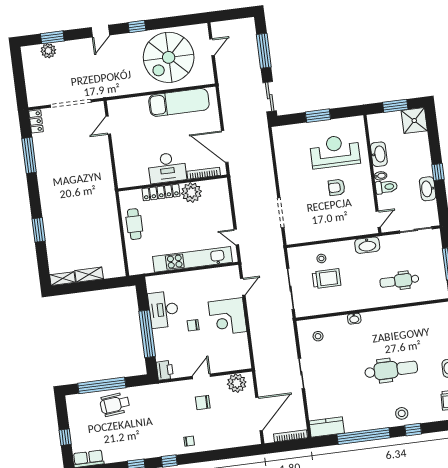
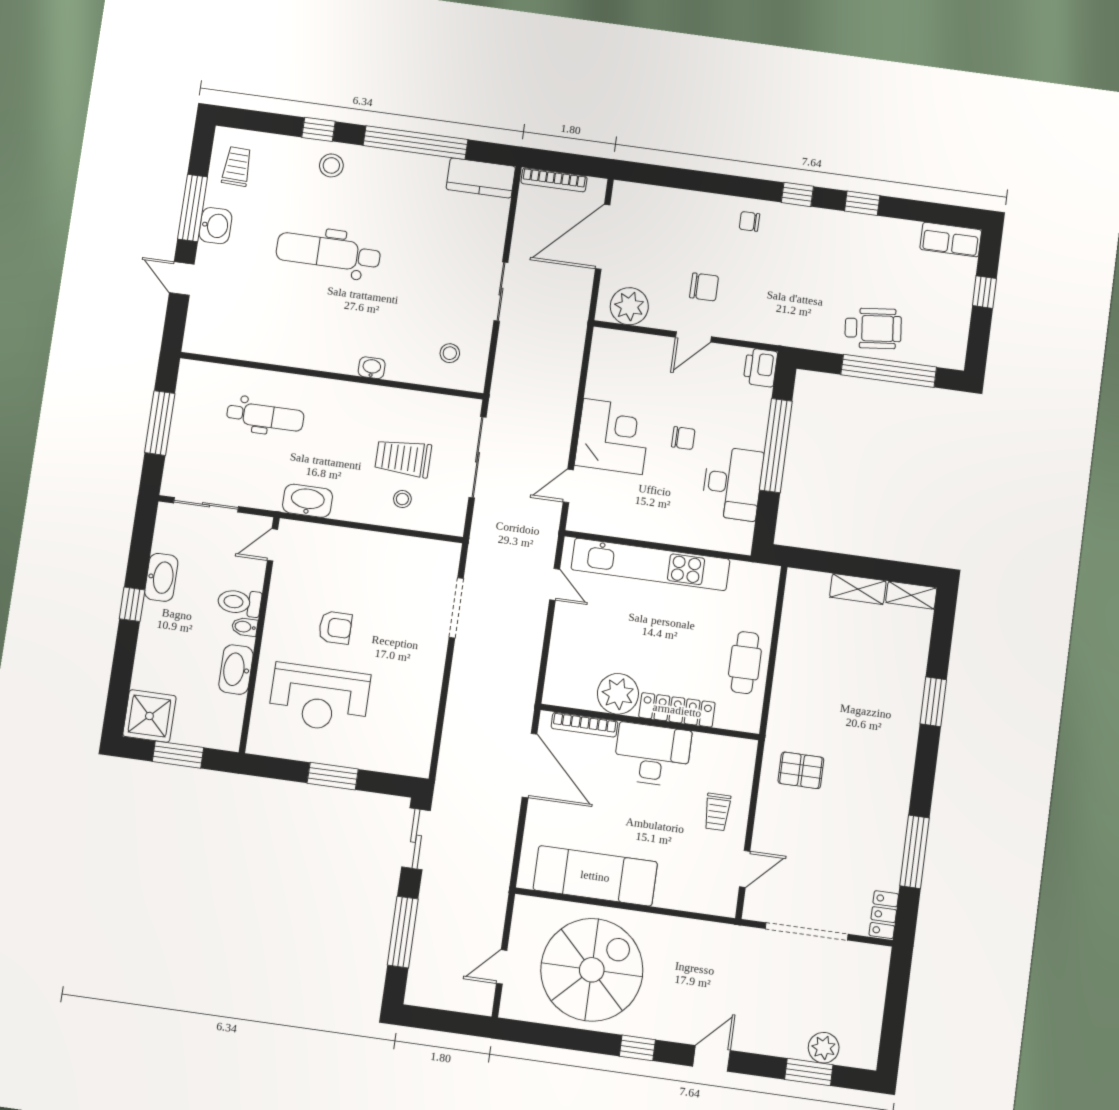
trolley: (129, 149) -> (717, 812), added
pallet: (94, 180) -> (801, 770), added

